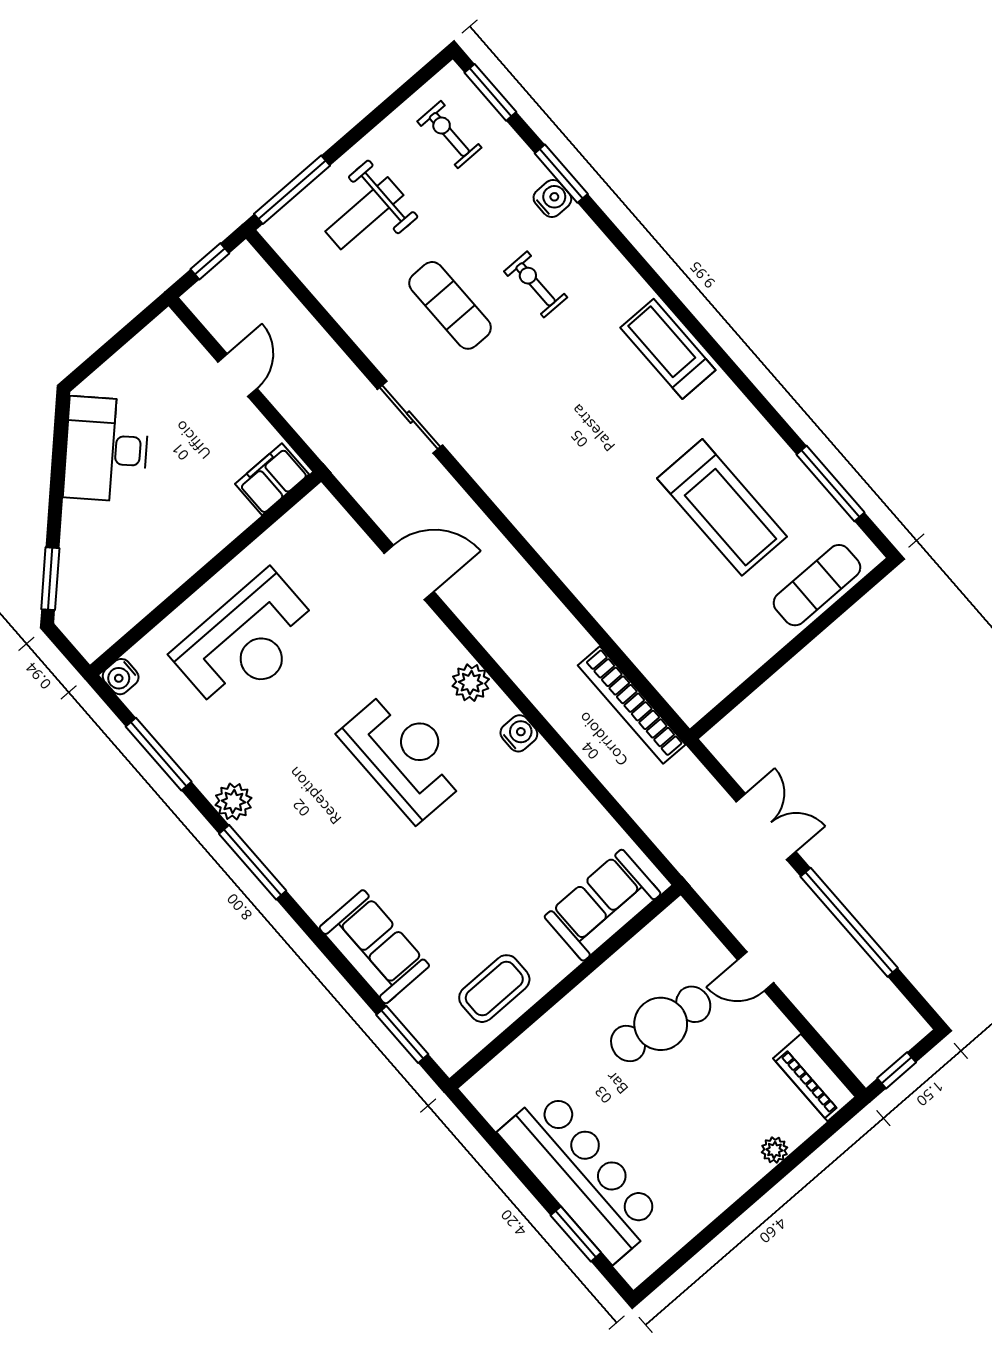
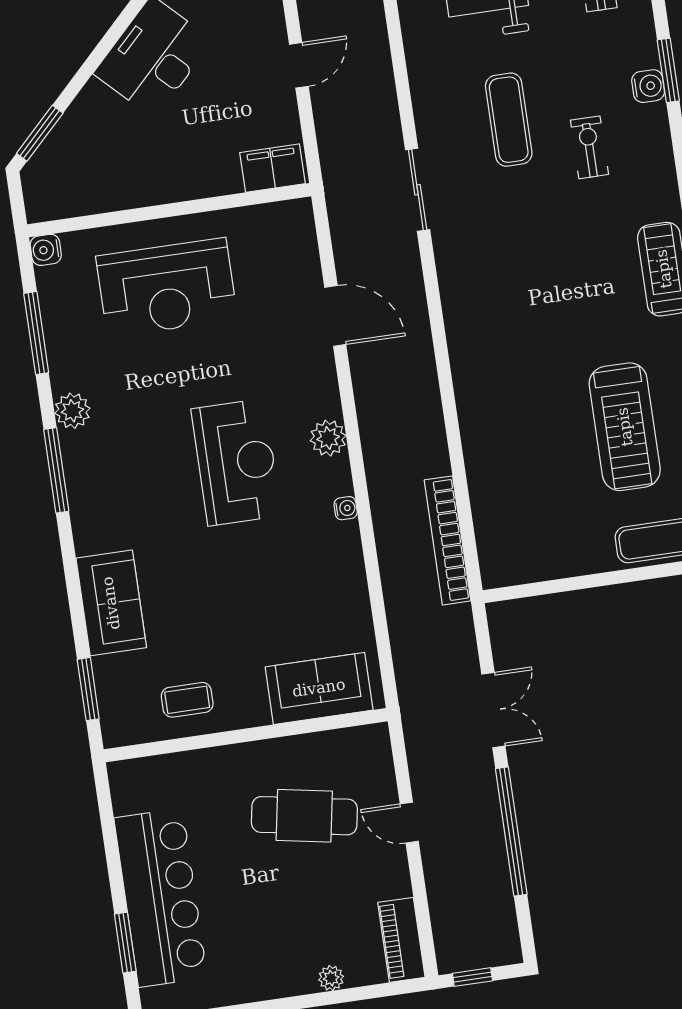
water cooler: (519, 733) -> (346, 508), width x0.72, depth x0.72
coffee table: (494, 989) -> (187, 700), width x0.73, depth x0.77

